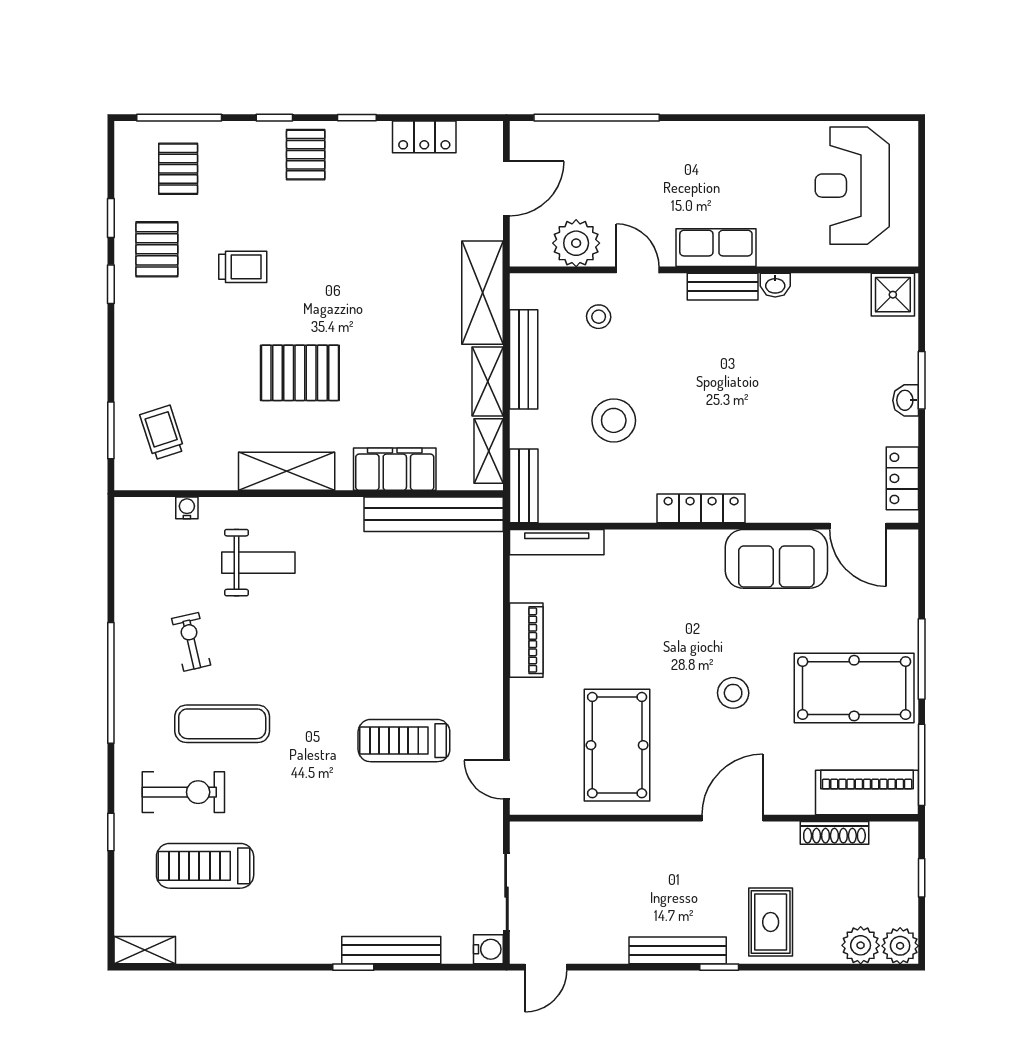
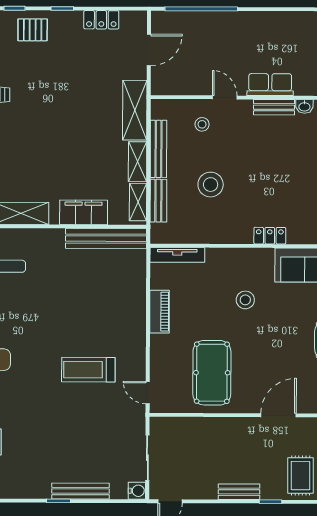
pallet: (306, 155) -> (33, 30), turned 90
plant: (576, 243) -> (189, 82), removed
pallet: (300, 373) -> (29, 156), removed
bench: (524, 486) -> (158, 201), moved
locker: (701, 508) -> (270, 236), width x0.66
stool: (733, 693) -> (245, 300), moved
bench: (678, 950) -> (239, 492), width x0.73

